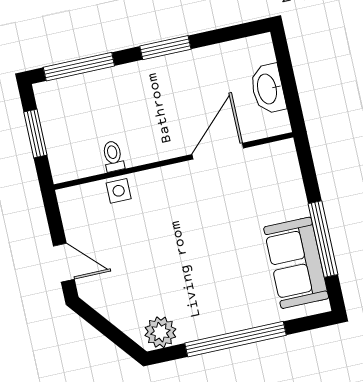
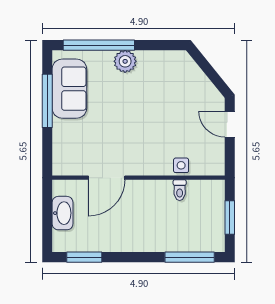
window: (165, 48) -> (84, 257), moved
plant: (160, 332) -> (125, 61), moved
window: (236, 339) -> (99, 45), moved

